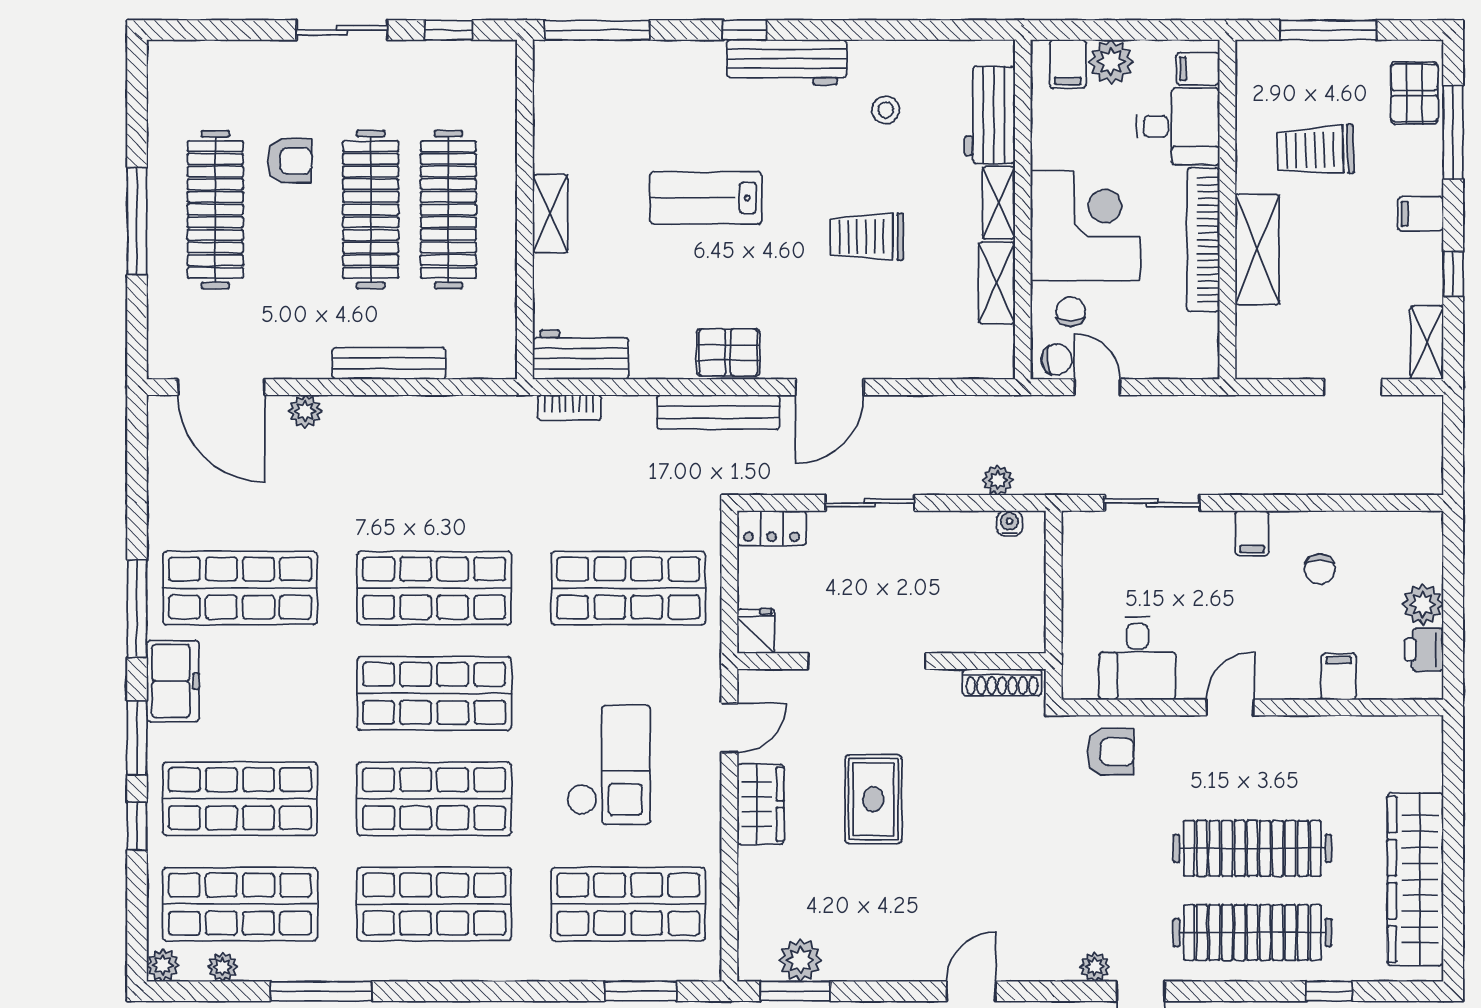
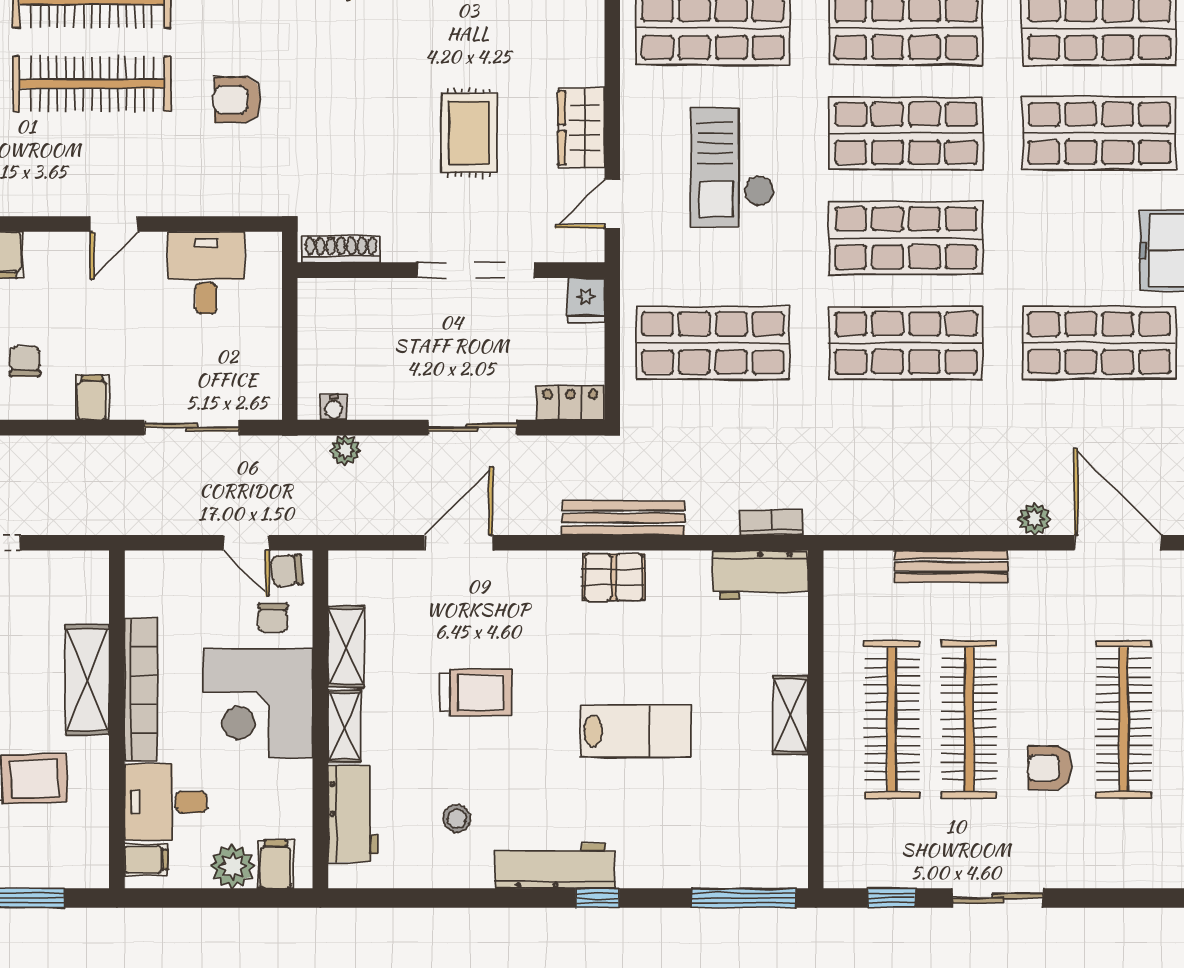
door: (830, 387) -> (459, 543), moved
armchair: (1111, 752) -> (237, 100), moved

